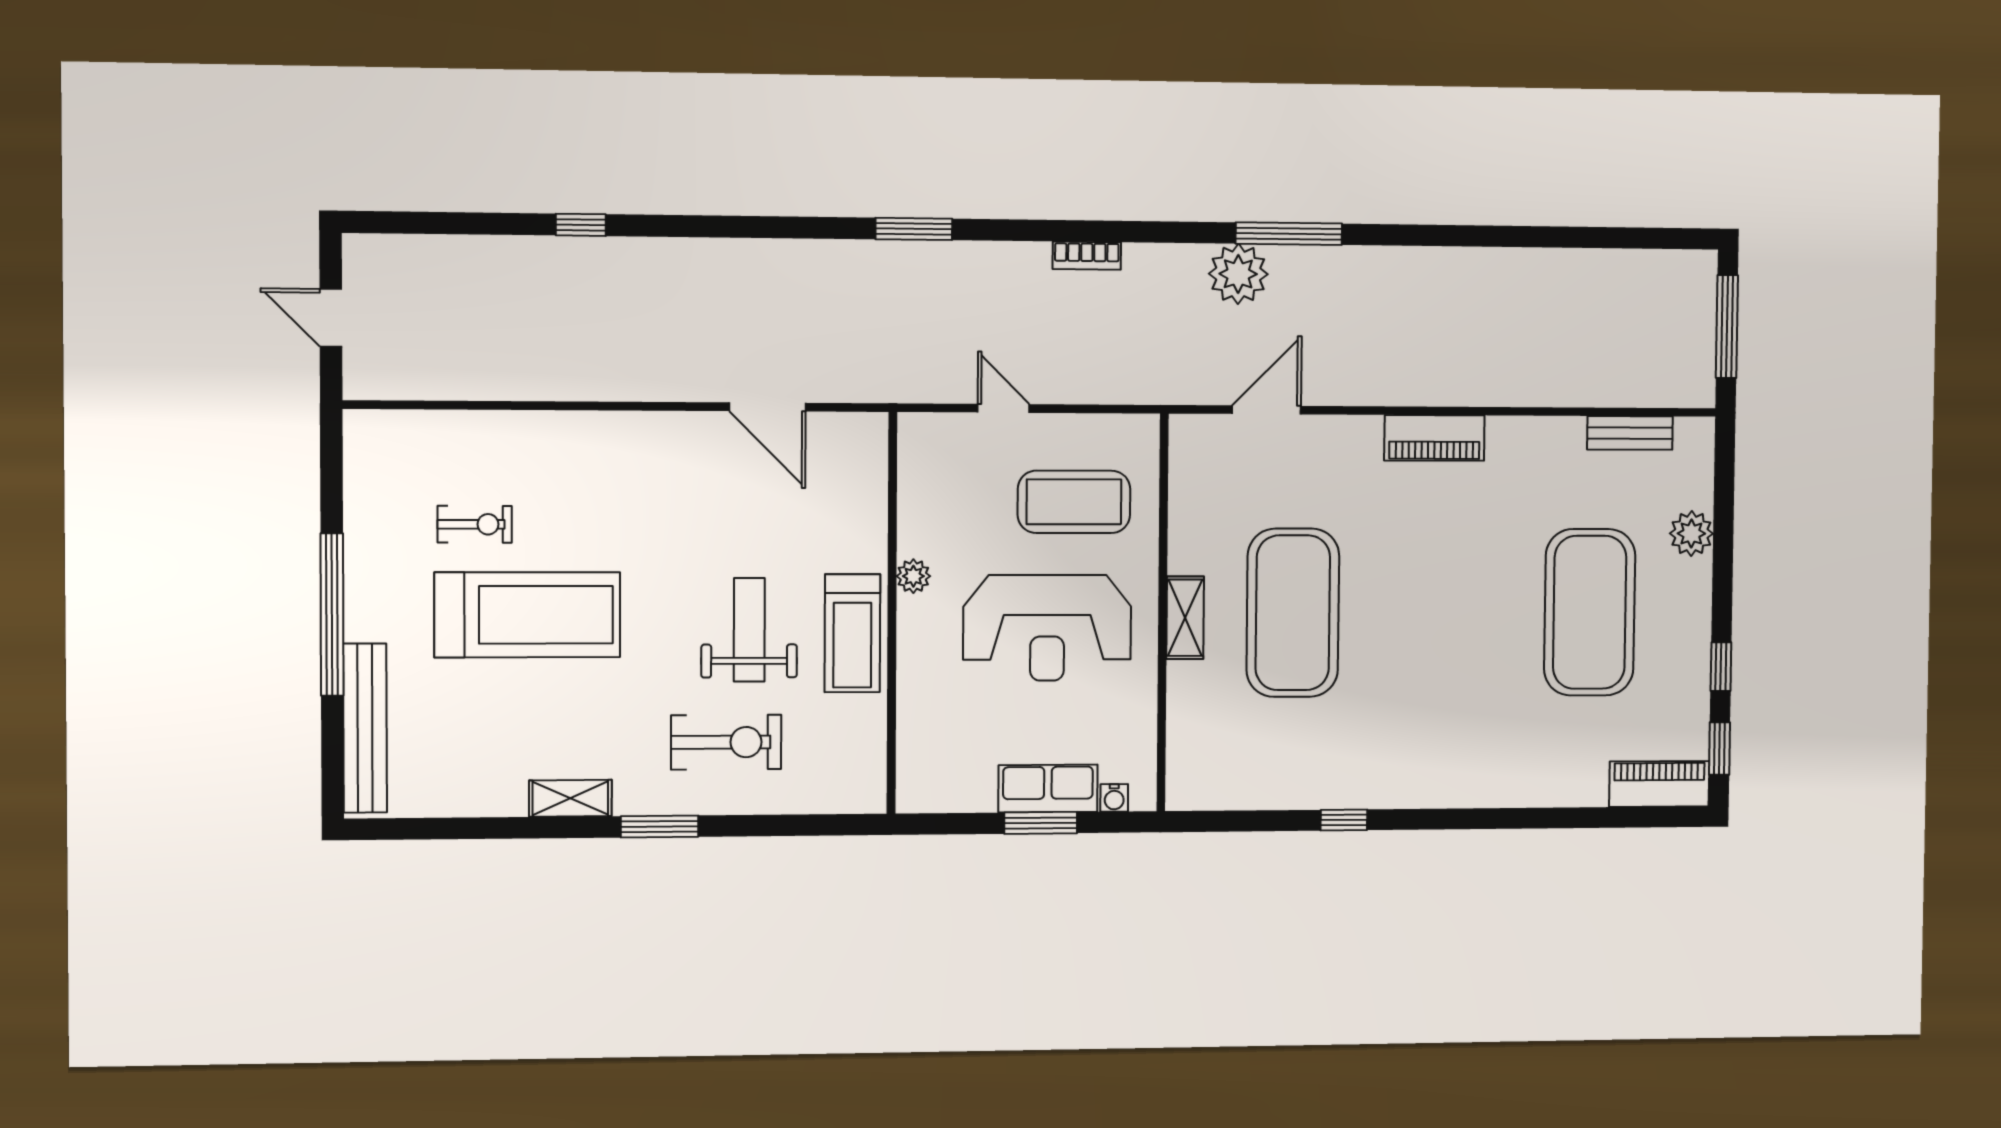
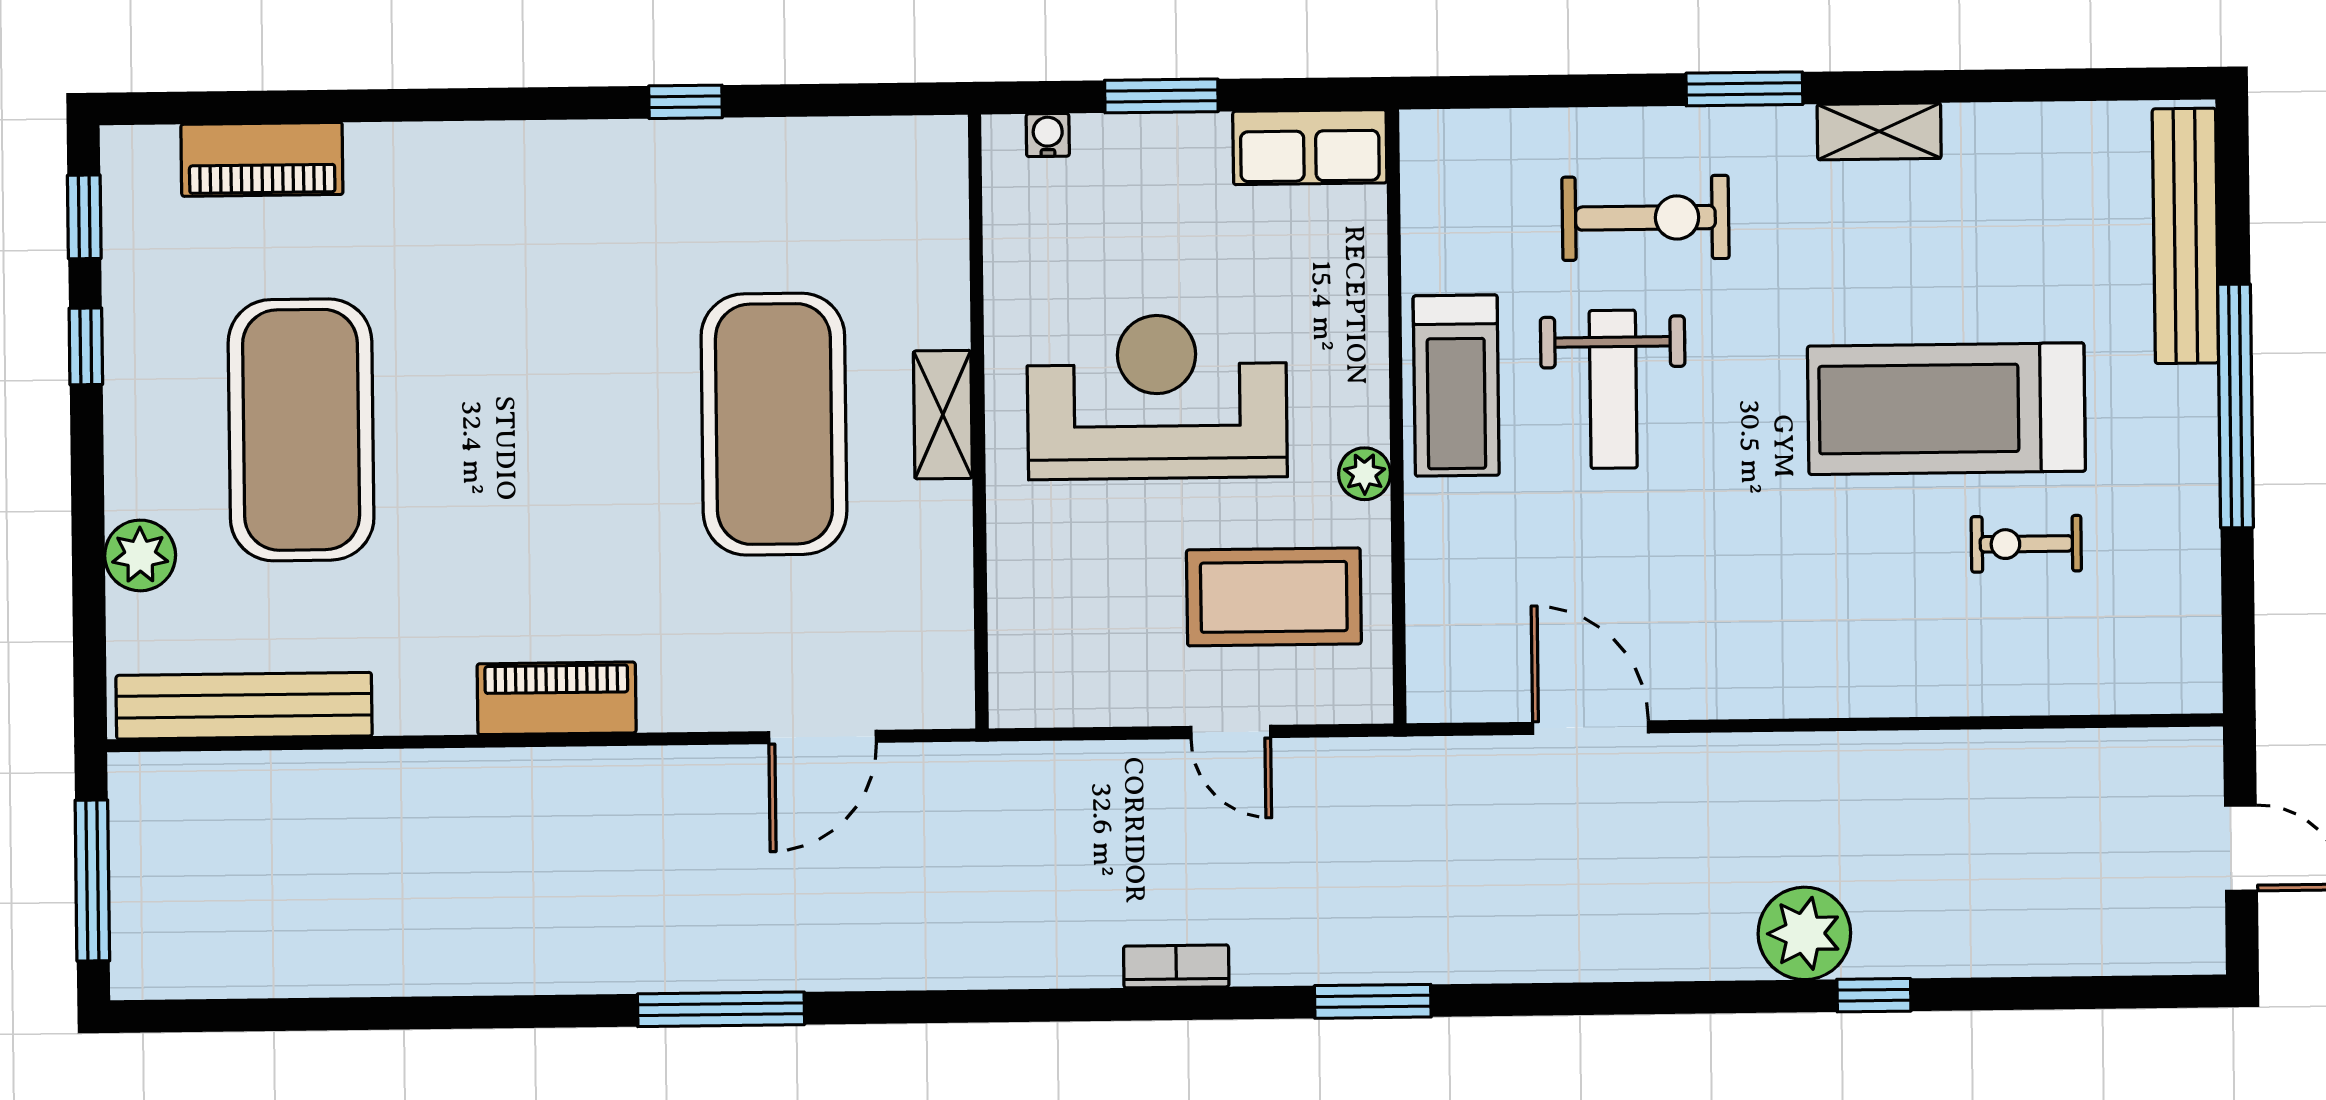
window: (1289, 234) -> (721, 1009), moved
bookcase: (1087, 256) -> (1176, 966), moved
plant: (1238, 274) -> (1804, 933), moved
bench: (1630, 433) -> (244, 706), width x1.86, depth x1.21
coffee table: (1074, 502) -> (1274, 597), moved
treadmill: (852, 633) -> (1456, 386), turned 180
exercise bike: (726, 742) -> (1645, 218), turned 180
piano: (1659, 784) -> (262, 159), moved
row of seats: (1048, 789) -> (1310, 147), moved

